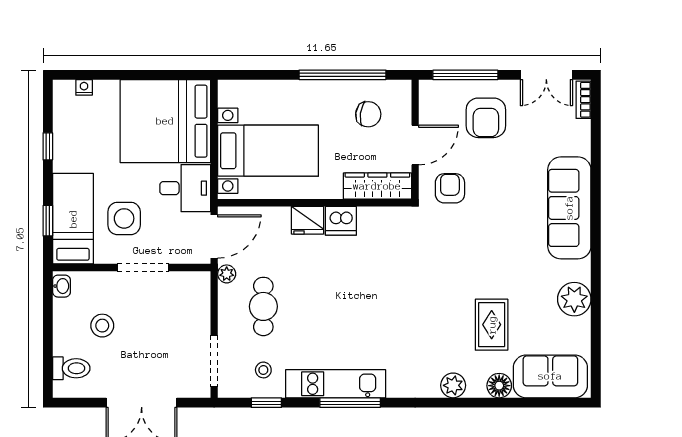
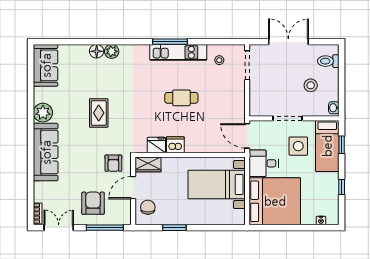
window: (343, 75) -> (174, 228), width x0.47
chair: (368, 114) -> (148, 207), moved, turned 82
wardrobe: (377, 186) -> (148, 164), width x0.67
fridge: (307, 220) -> (156, 145), moved
door: (214, 236) -> (247, 136), hinge flipped
plant: (227, 274) -> (240, 115), removed
plant: (574, 299) -> (43, 113), moved
cafe table: (263, 306) -> (181, 98), moved, turned 90
rug: (492, 325) -> (99, 113), moved
sofa: (550, 376) -> (46, 65), moved, turned -90
floor lamp: (499, 386) -> (97, 51), moved
window: (266, 403) -> (218, 42), removed

